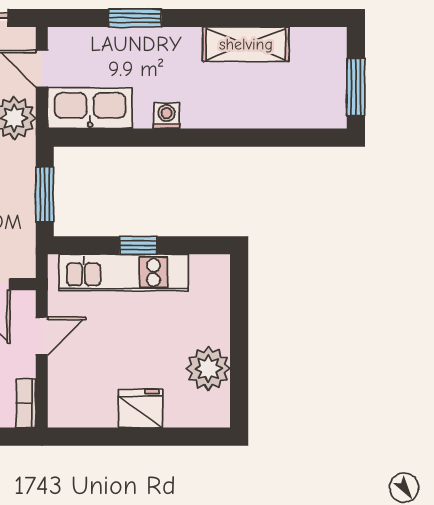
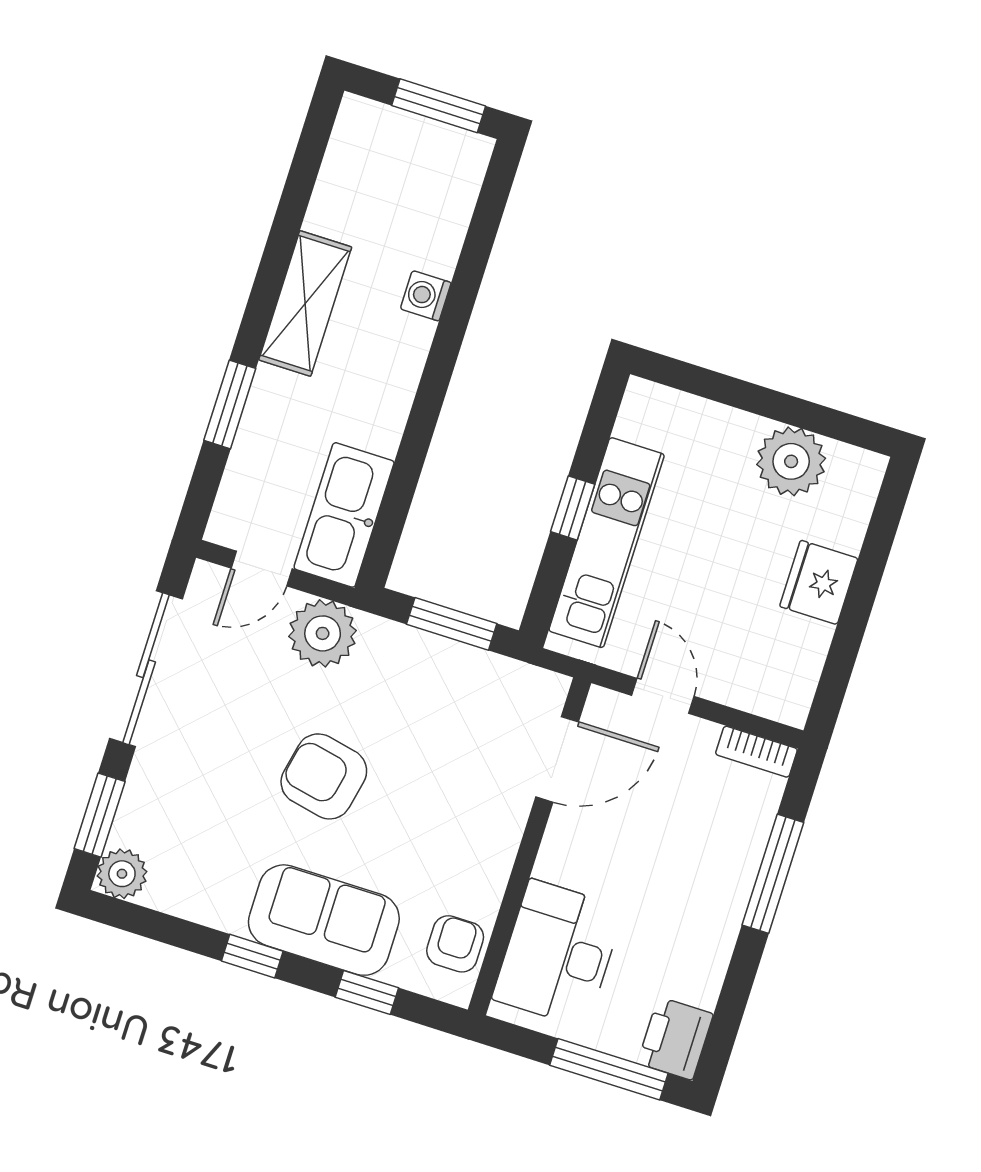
shelving: (246, 44) -> (305, 303), moved
washing machine: (167, 116) -> (426, 296), moved

